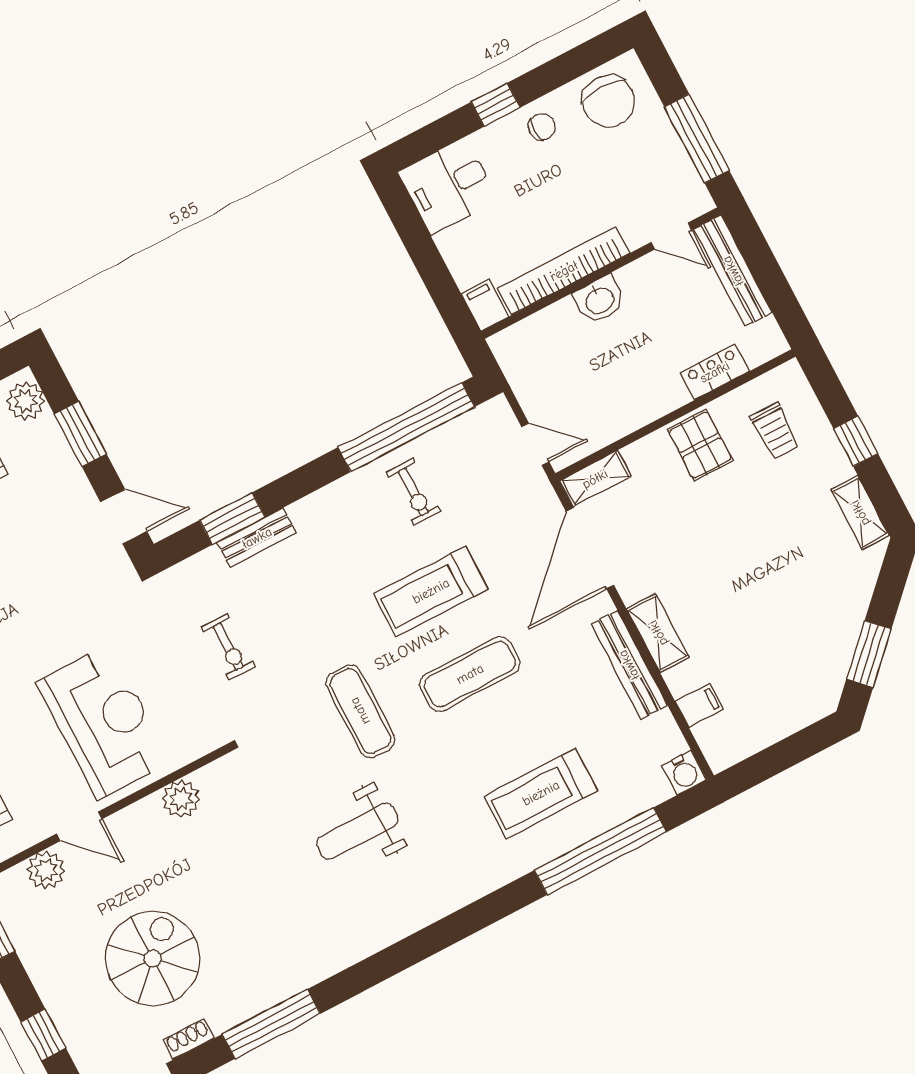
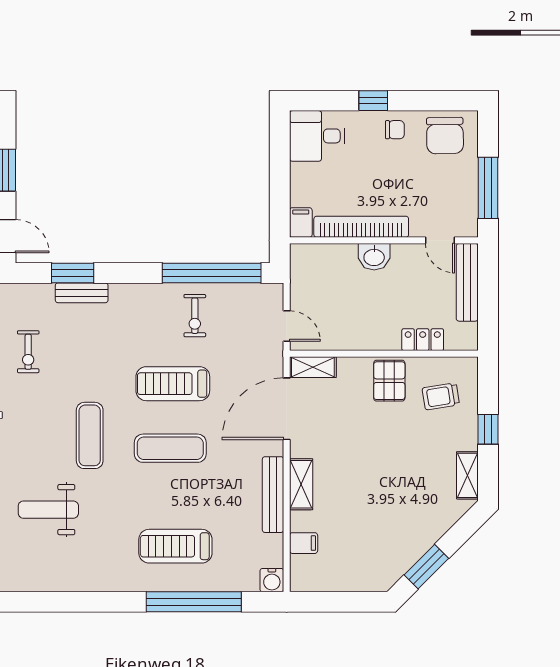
trolley: (775, 431) -> (441, 396), turned 81

